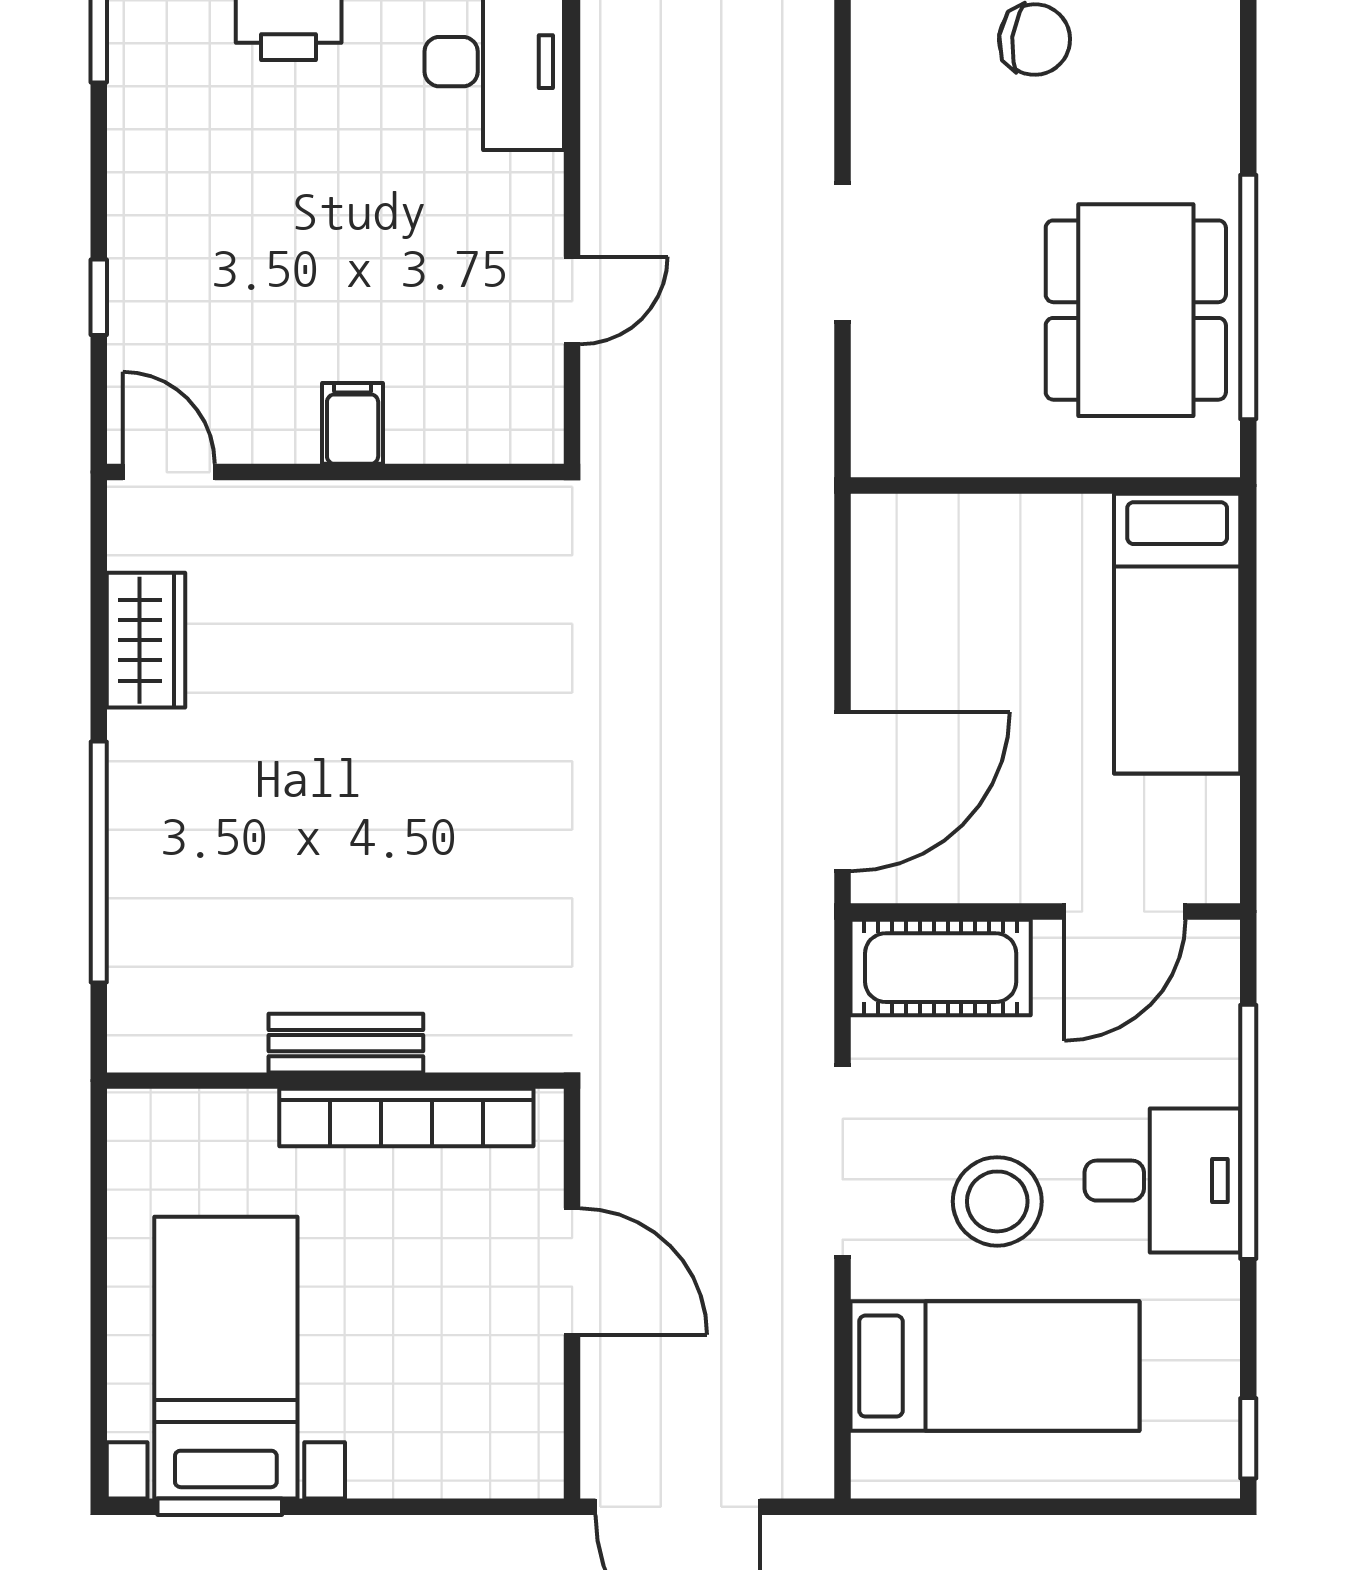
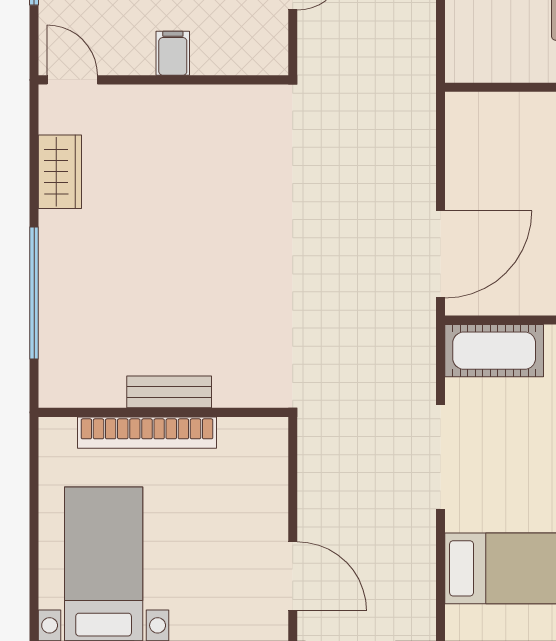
bookcase: (406, 1118) -> (147, 433), moved
stool: (997, 1201) -> (525, 478), removed
door: (572, 1272) -> (293, 576), moved

